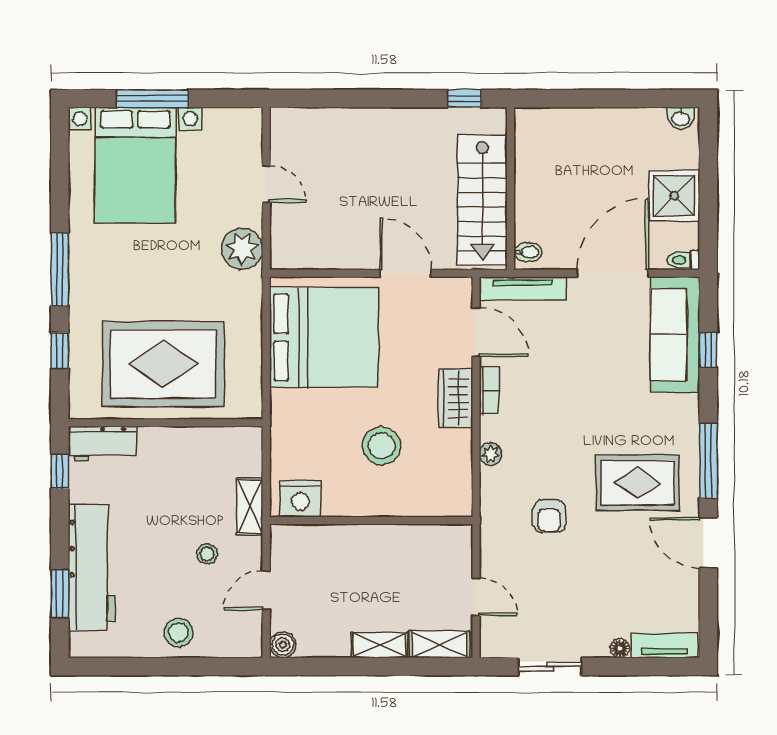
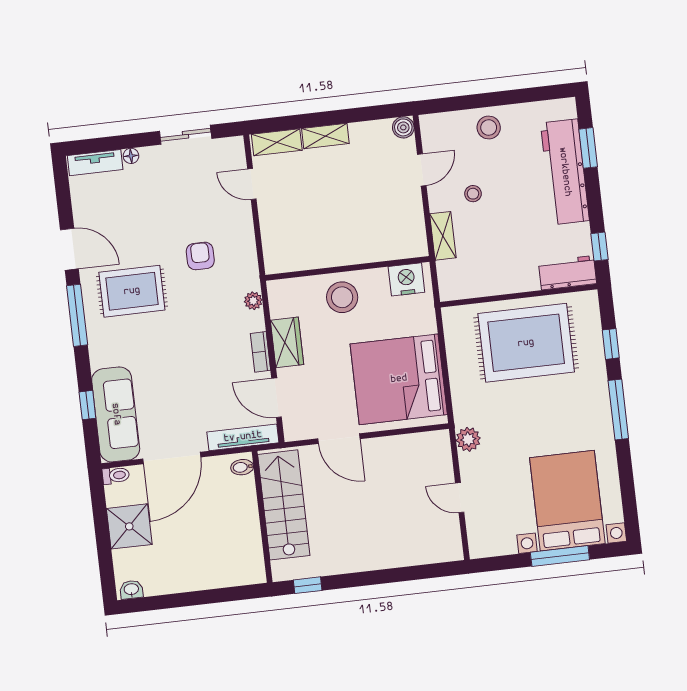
plant: (242, 249) -> (468, 439), width x0.73, depth x0.73
nightstand: (300, 499) -> (406, 279), moved
wall: (371, 520) -> (347, 268), moved

